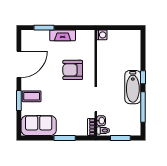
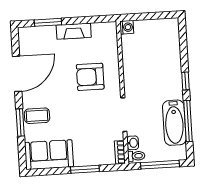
bathtub: (133, 87) -> (174, 123), moved
window: (120, 138) -> (160, 165), width x1.44

